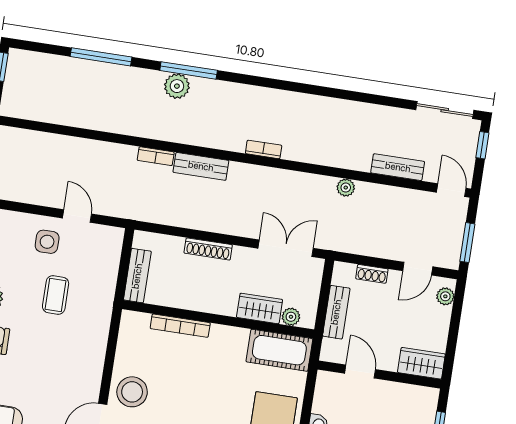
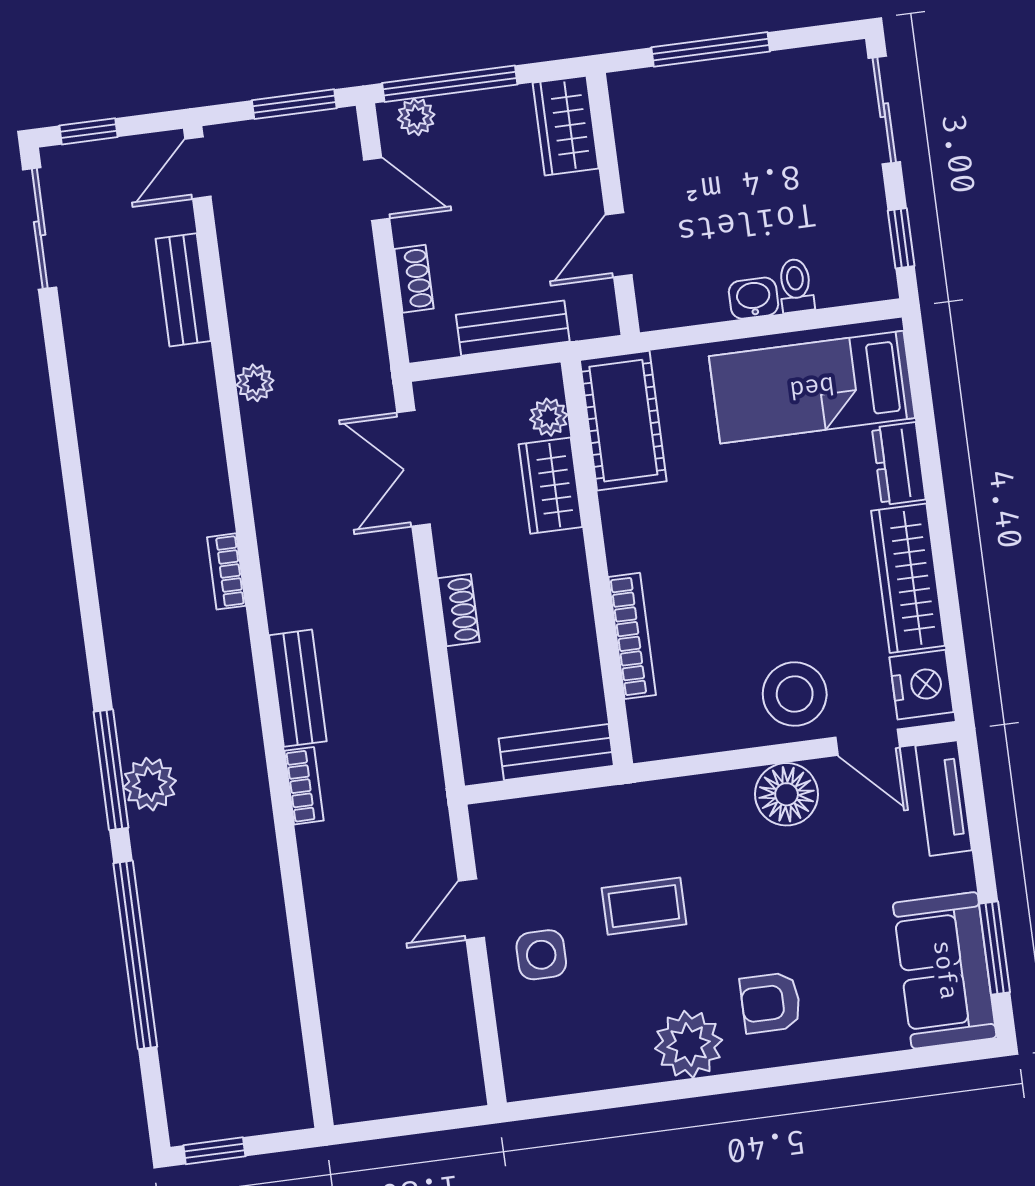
window: (101, 57) -> (135, 955), width x1.46
shoe rack: (208, 249) -> (459, 610), width x0.70
window: (456, 316) -> (450, 84), added
floor lamp: (87, 375) -> (787, 794), added

